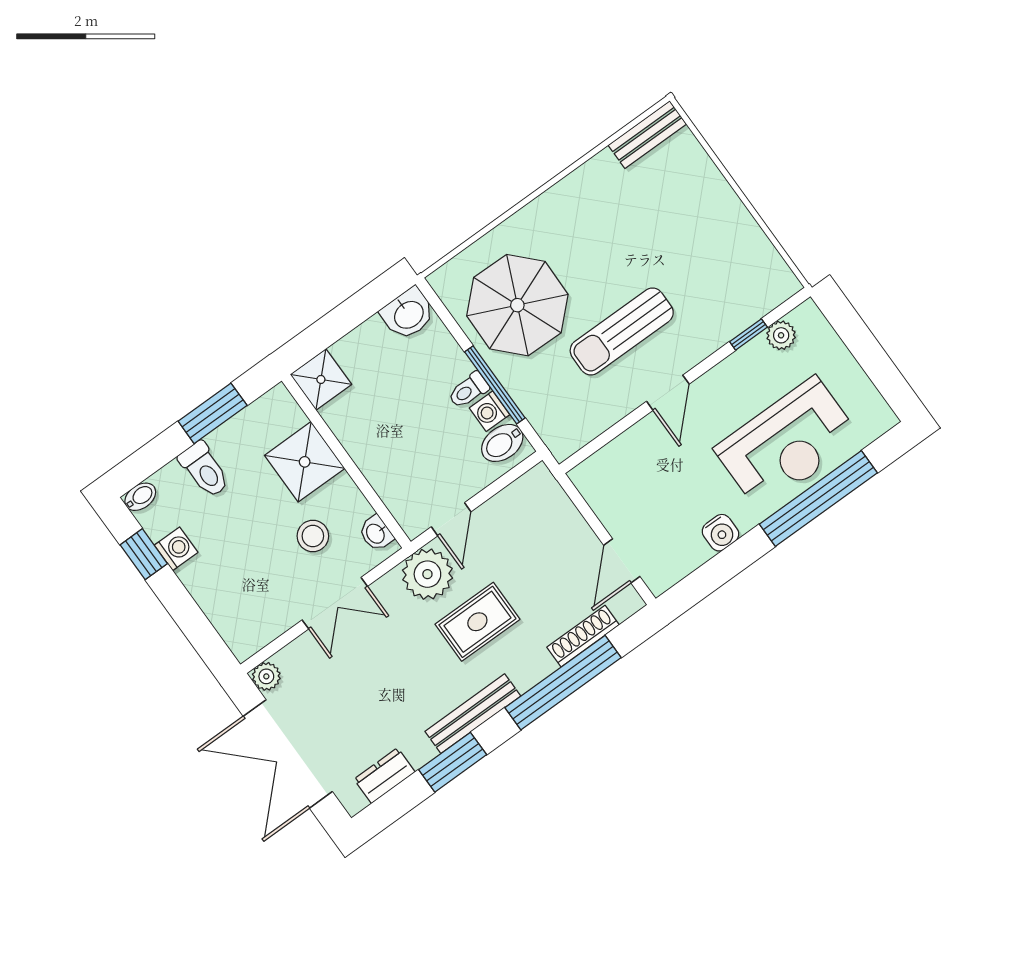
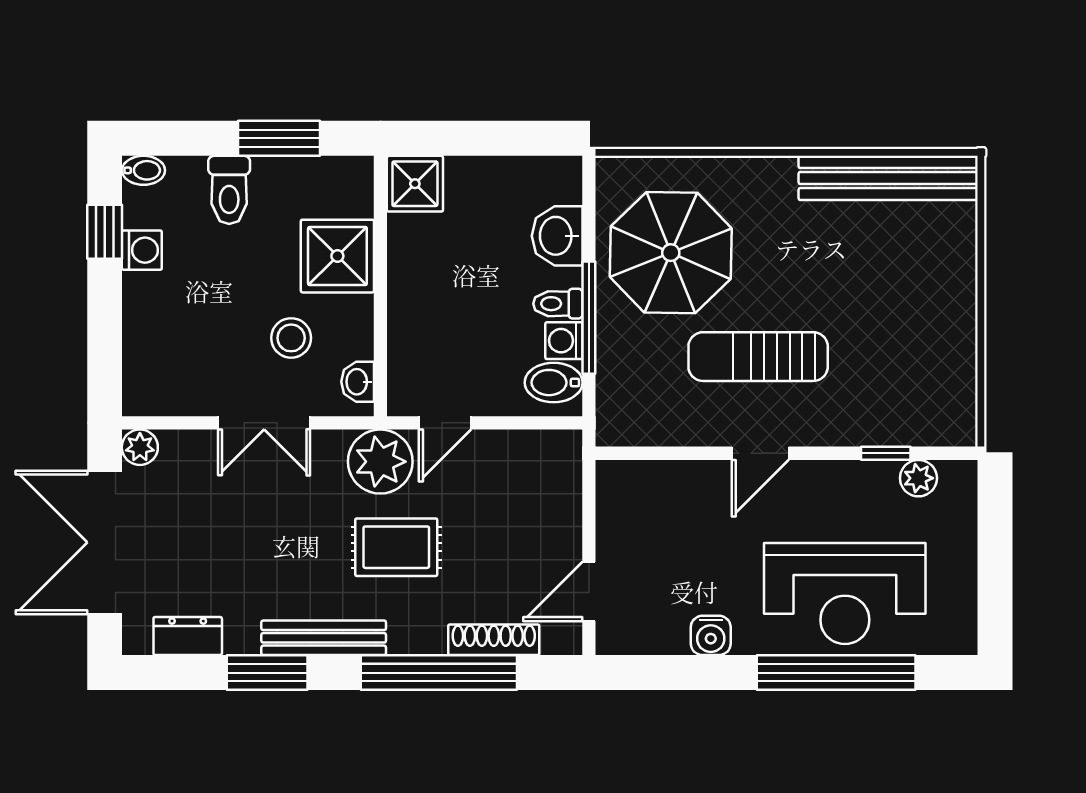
bench: (647, 135) -> (888, 178), width x1.86, depth x1.21
washbasin: (408, 314) -> (557, 236), moved, turned 90

